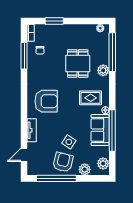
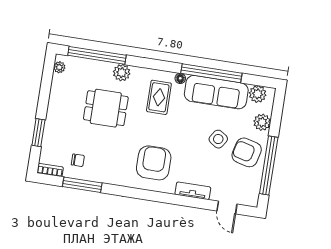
sofa: (100, 130) -> (216, 92), width x1.36

